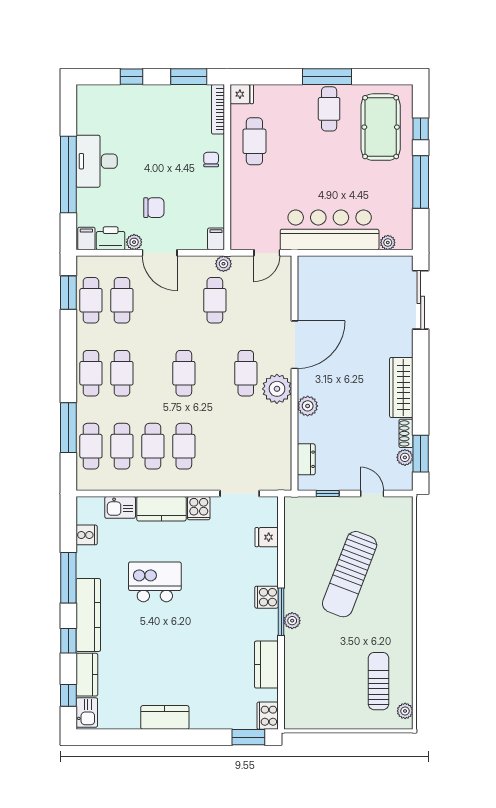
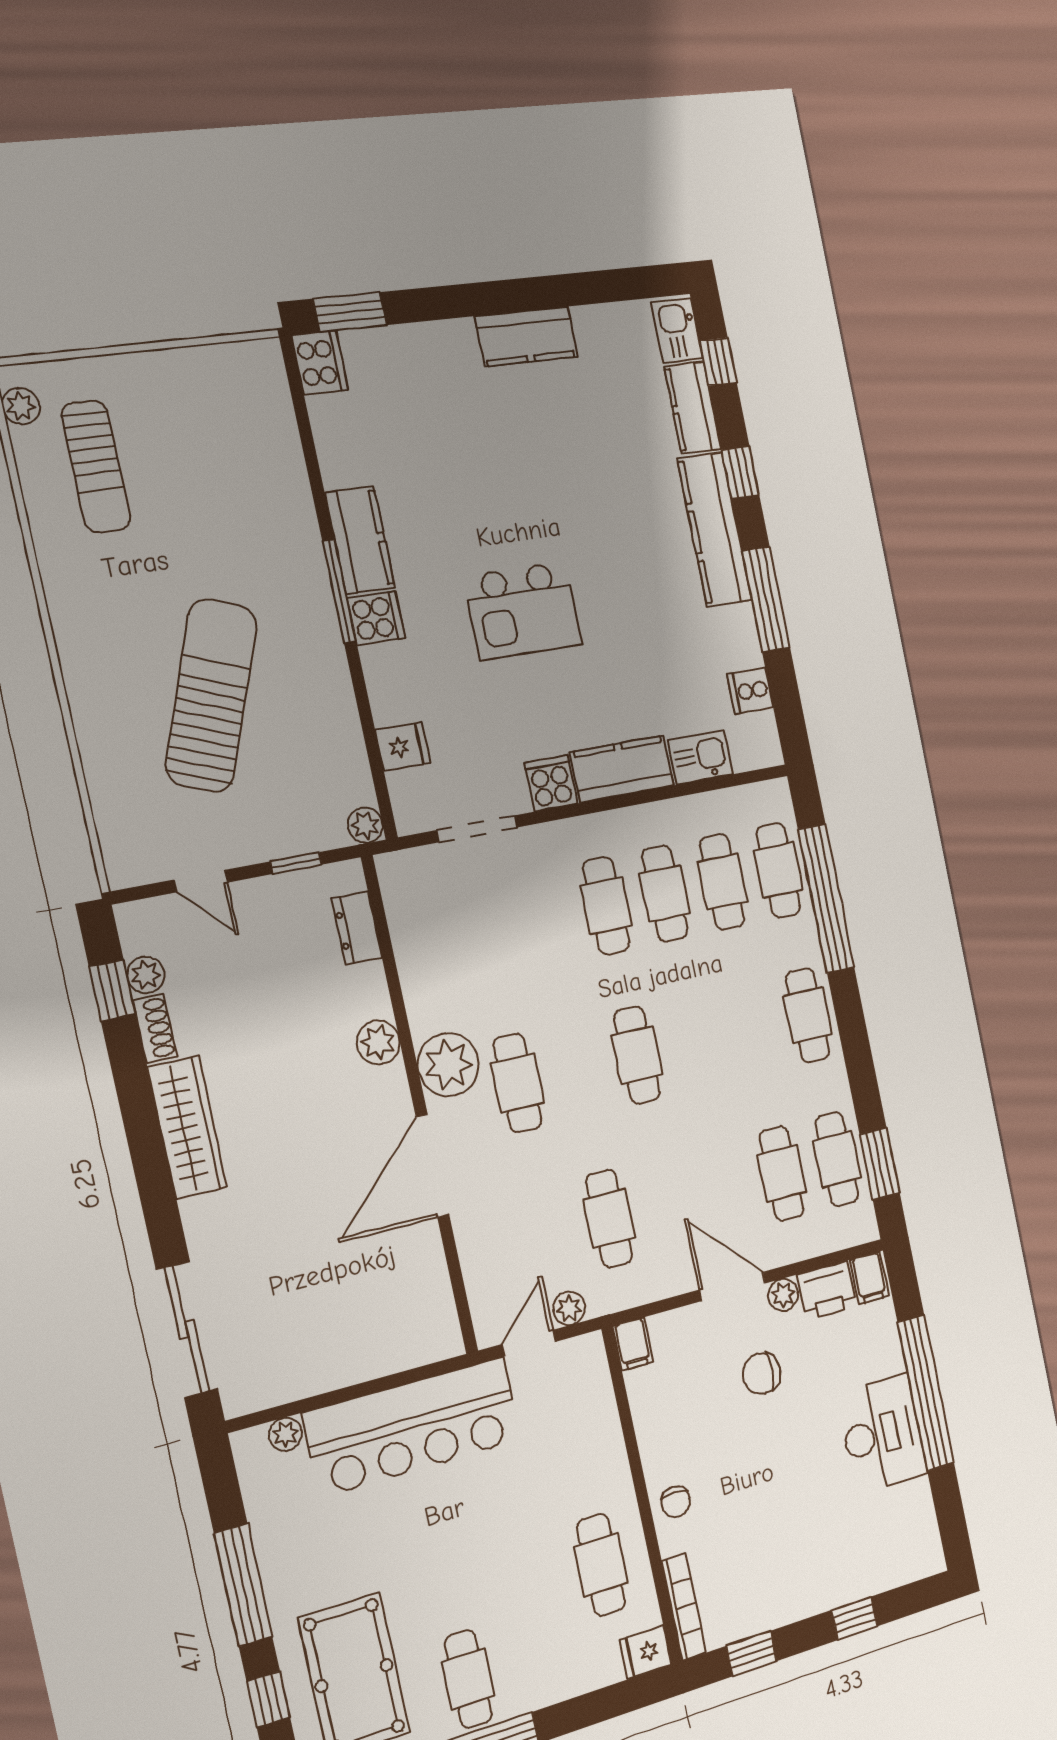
window: (189, 77) -> (751, 1654), width x0.67
plant: (223, 264) -> (569, 1308), moved
cafe table: (122, 373) -> (752, 1028), removed
window: (68, 428) -> (826, 898), width x1.46
window: (421, 454) -> (112, 990), width x0.67
kitchen island: (155, 582) -> (523, 611), moved
plant: (292, 621) -> (365, 825), moved
kitchen counter: (266, 665) -> (360, 540), moved

